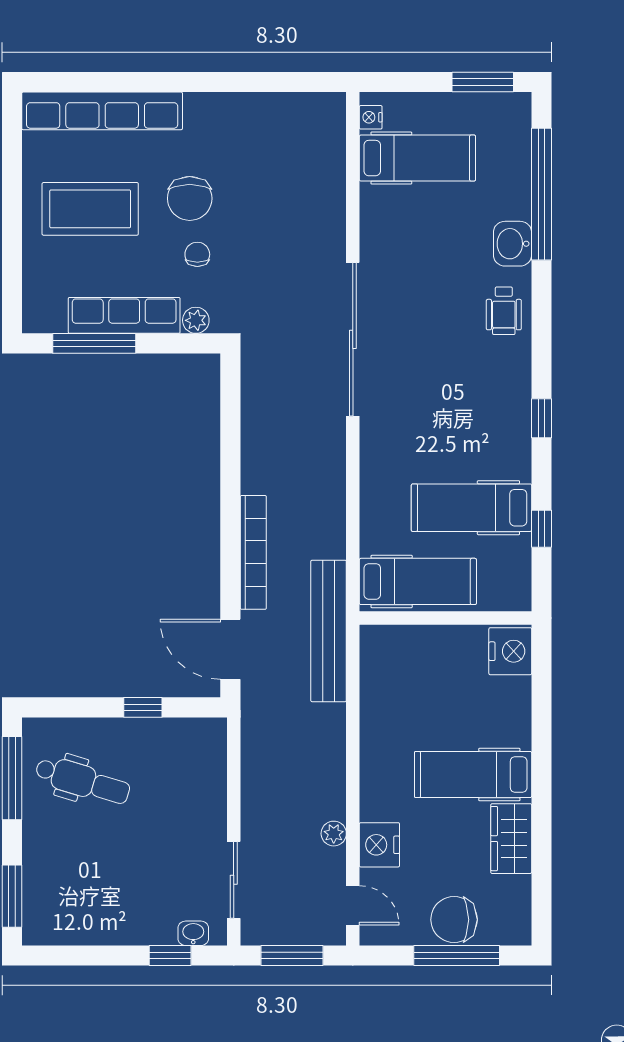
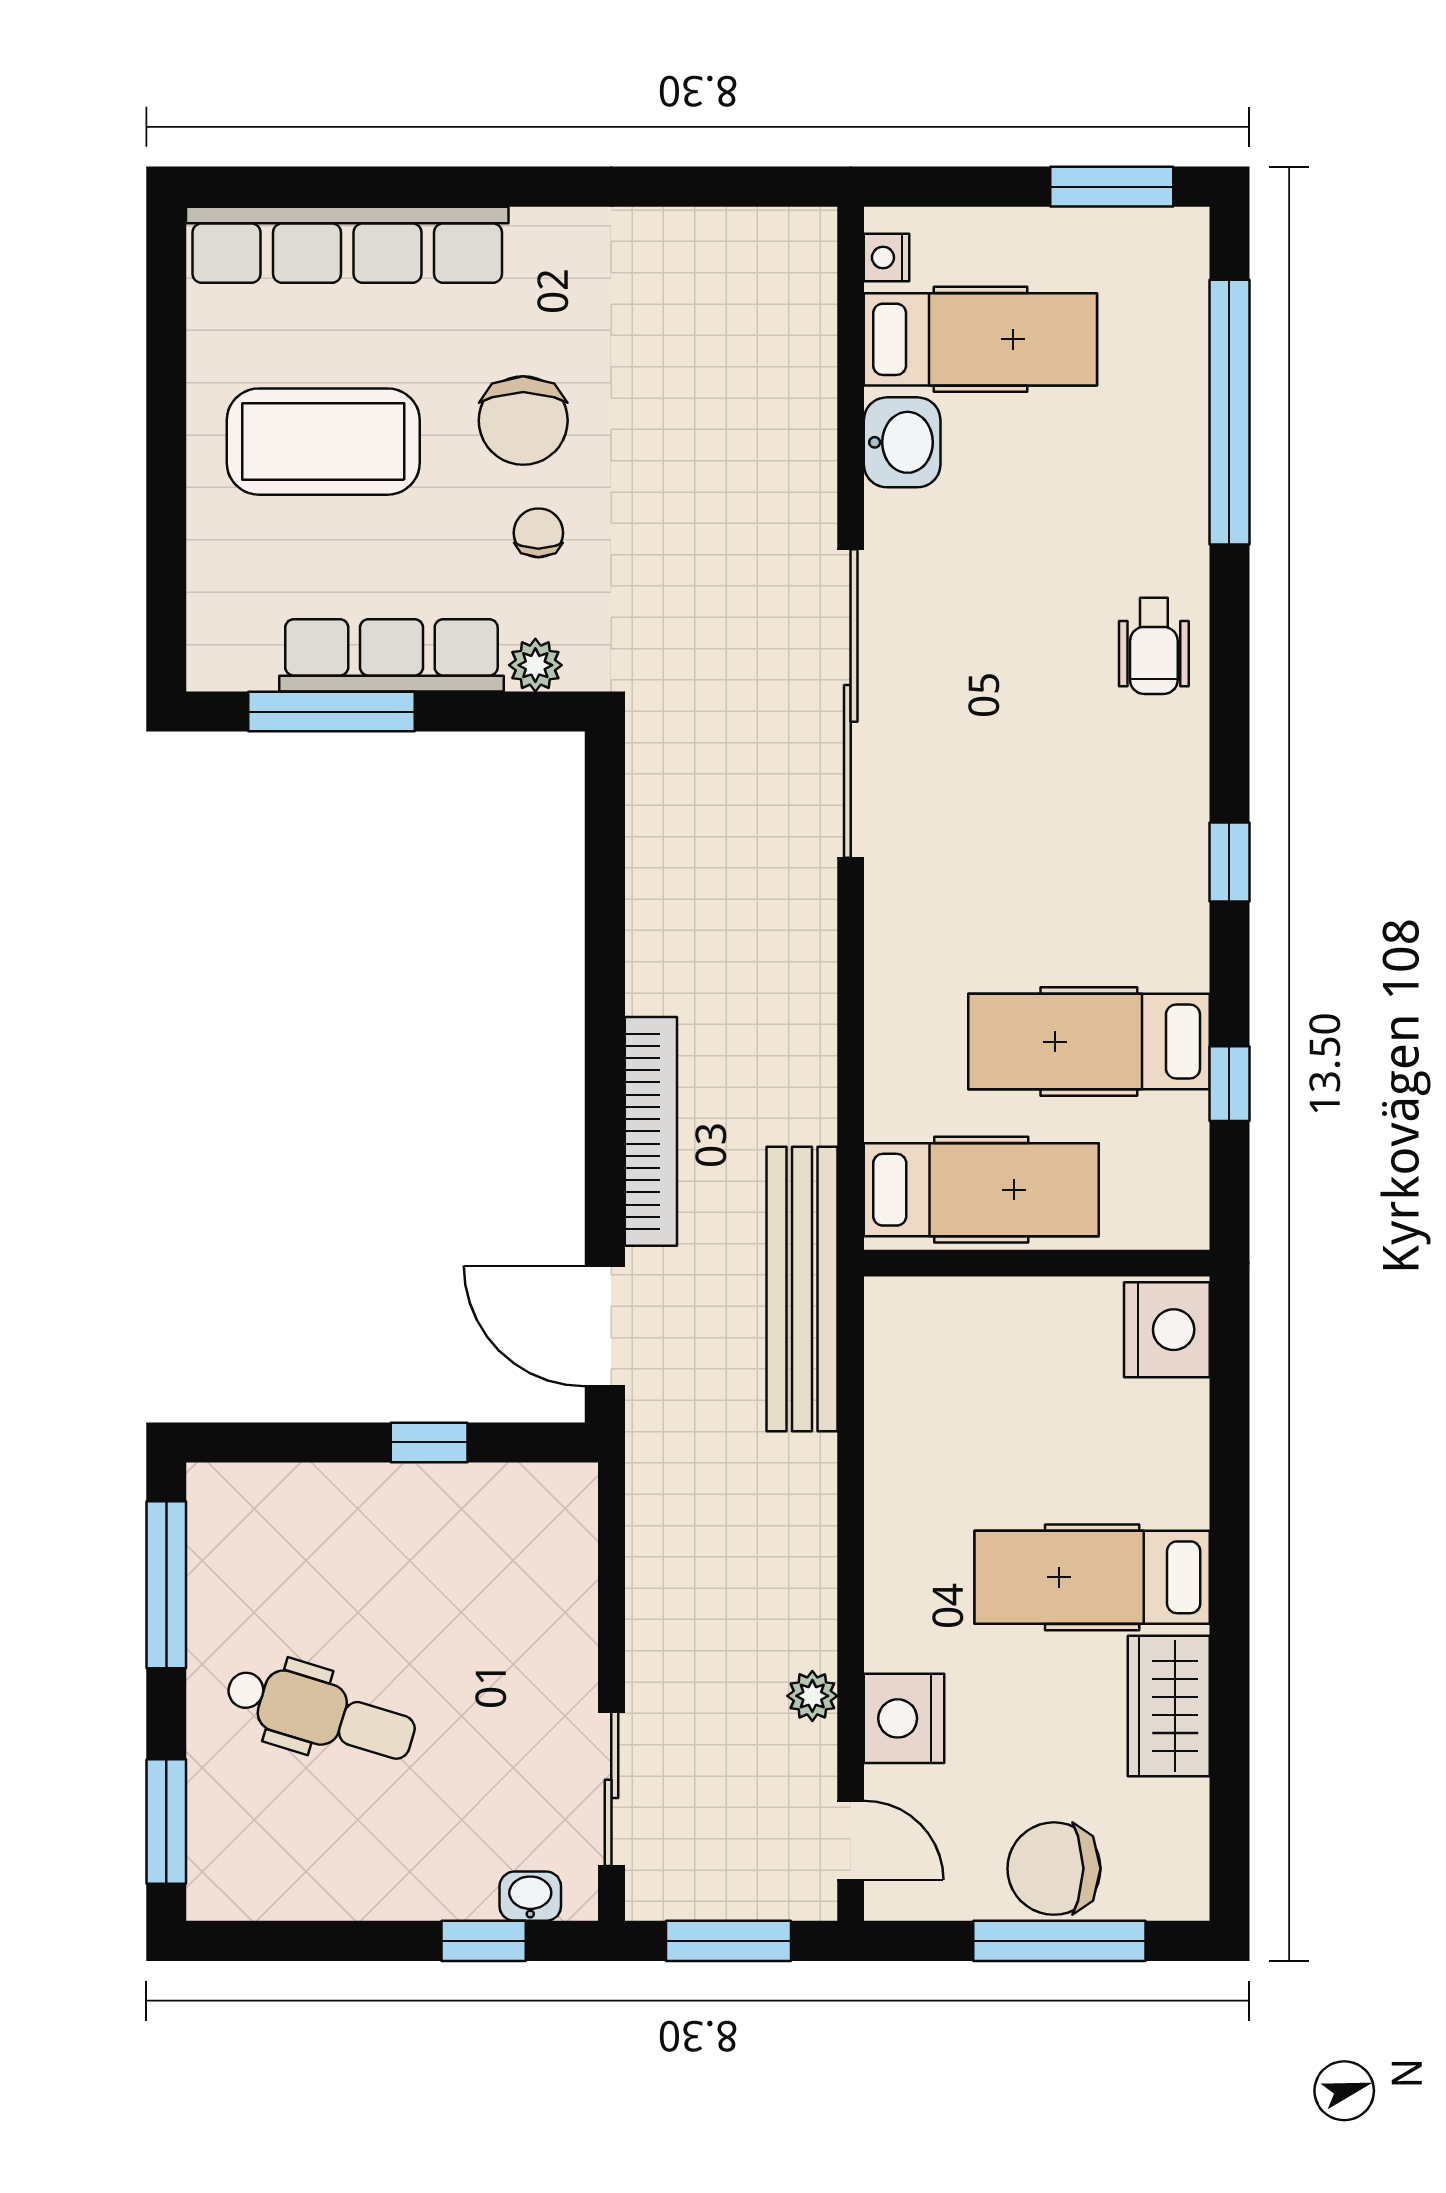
washbasin: (513, 244) -> (902, 442), moved, turned 180
dental chair: (83, 781) -> (320, 1713), moved

